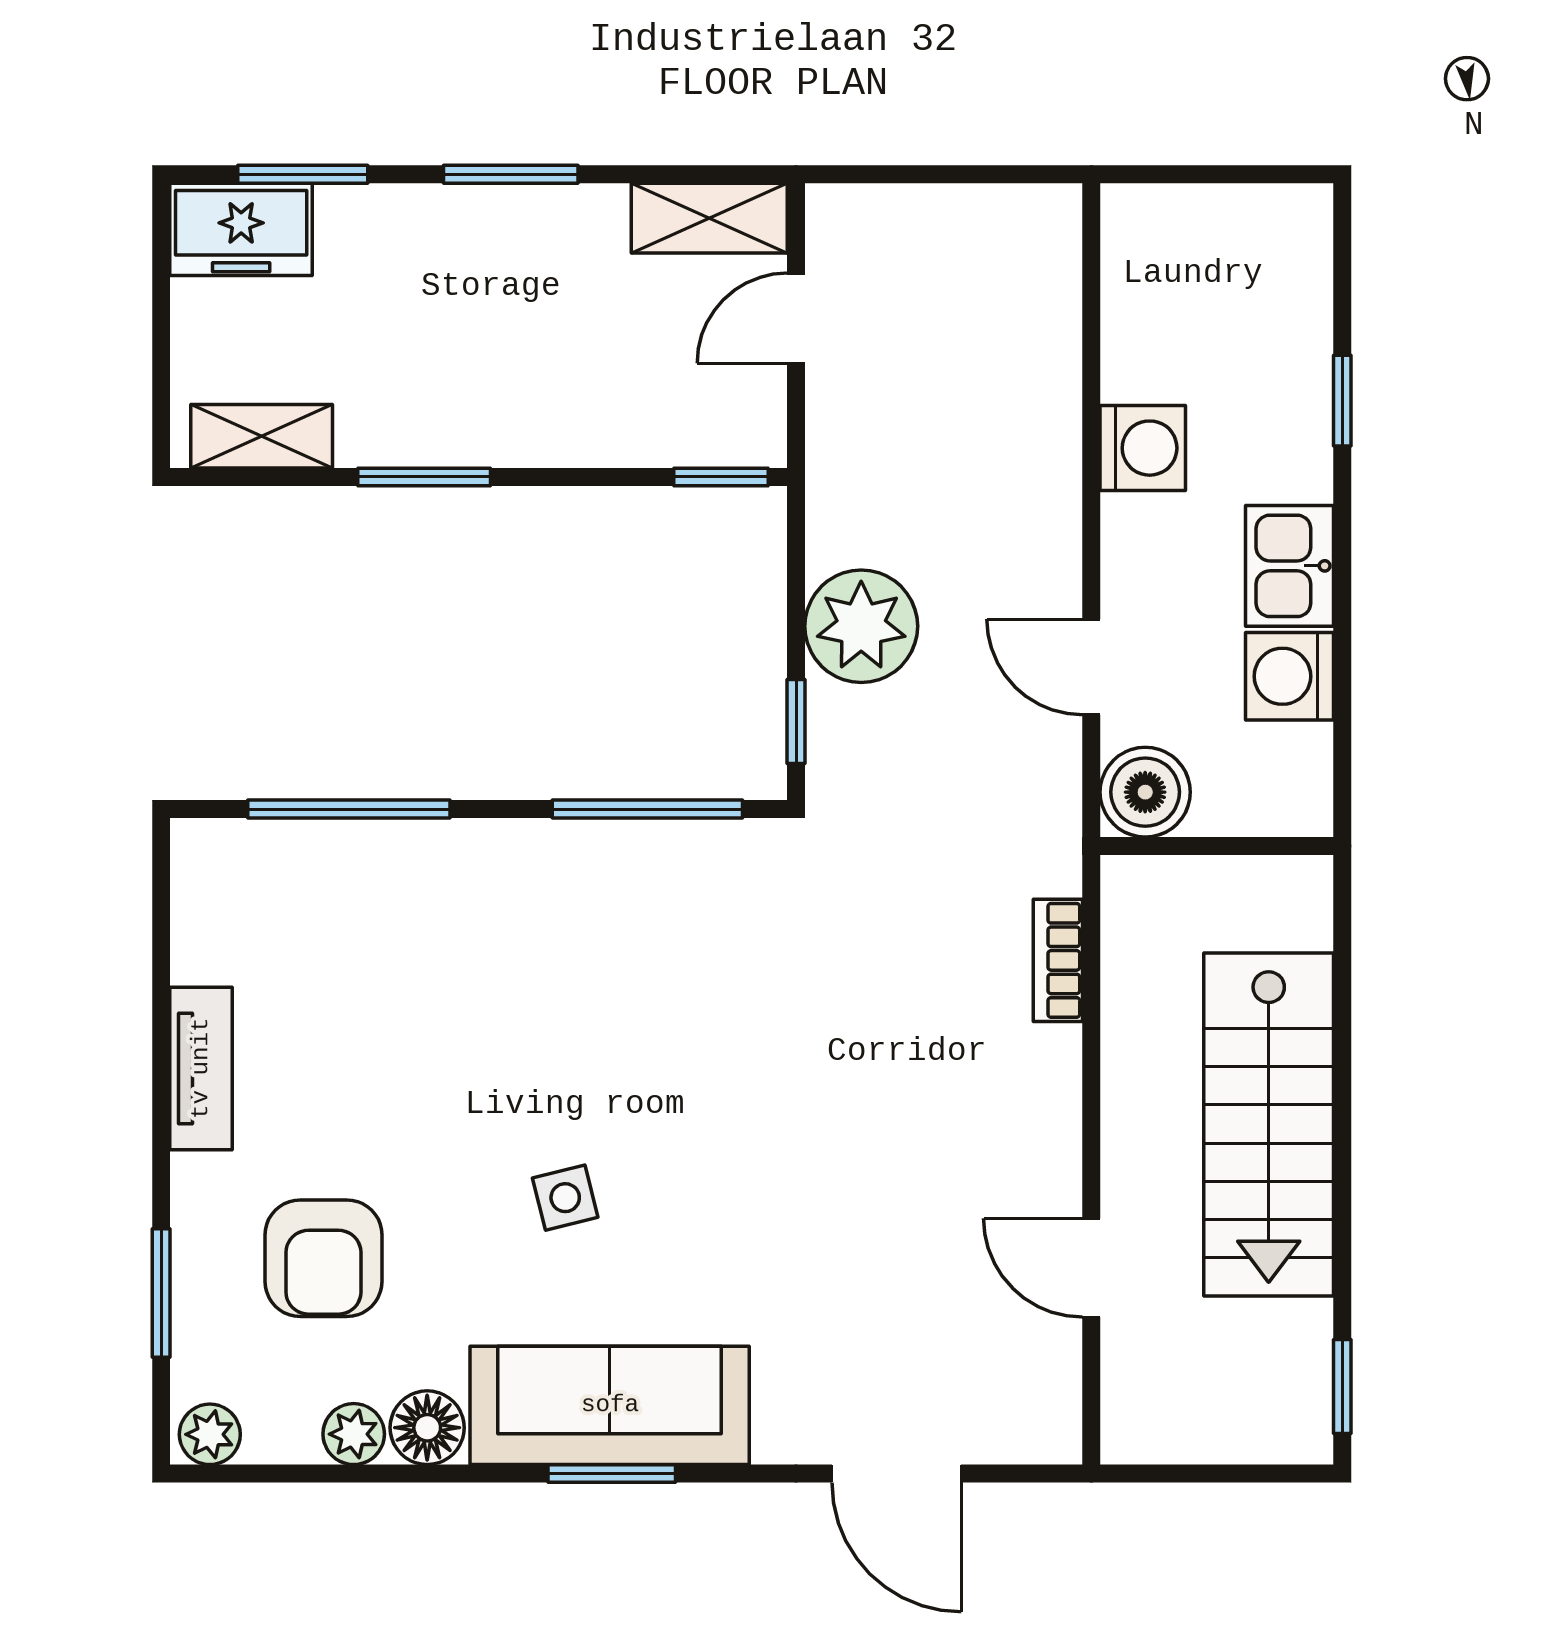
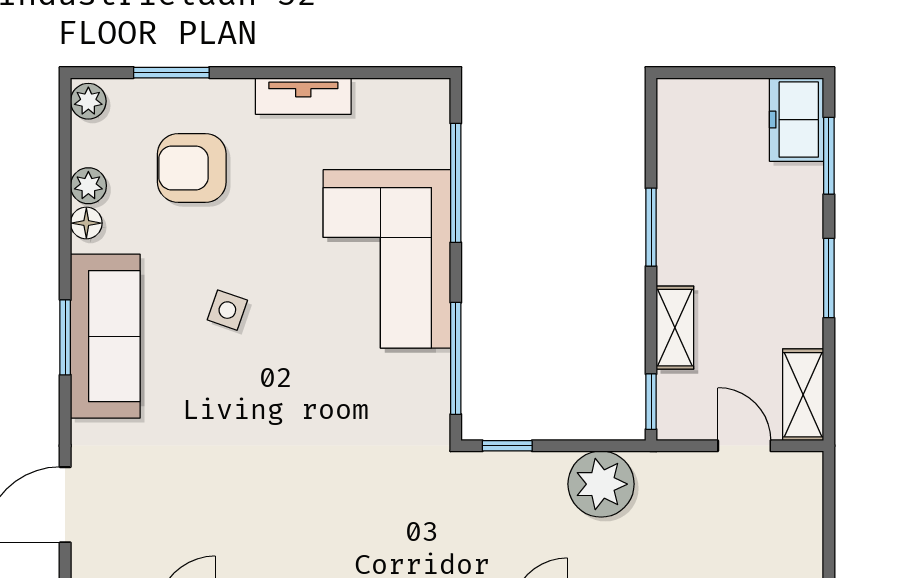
shelving: (262, 436) -> (675, 328), moved
plant: (861, 626) -> (601, 484), moved
corner sofa: (478, 926) -> (387, 259), added
side table: (565, 1198) -> (227, 310), turned 33
floor lamp: (427, 1428) -> (86, 223), width x0.73, depth x0.73

